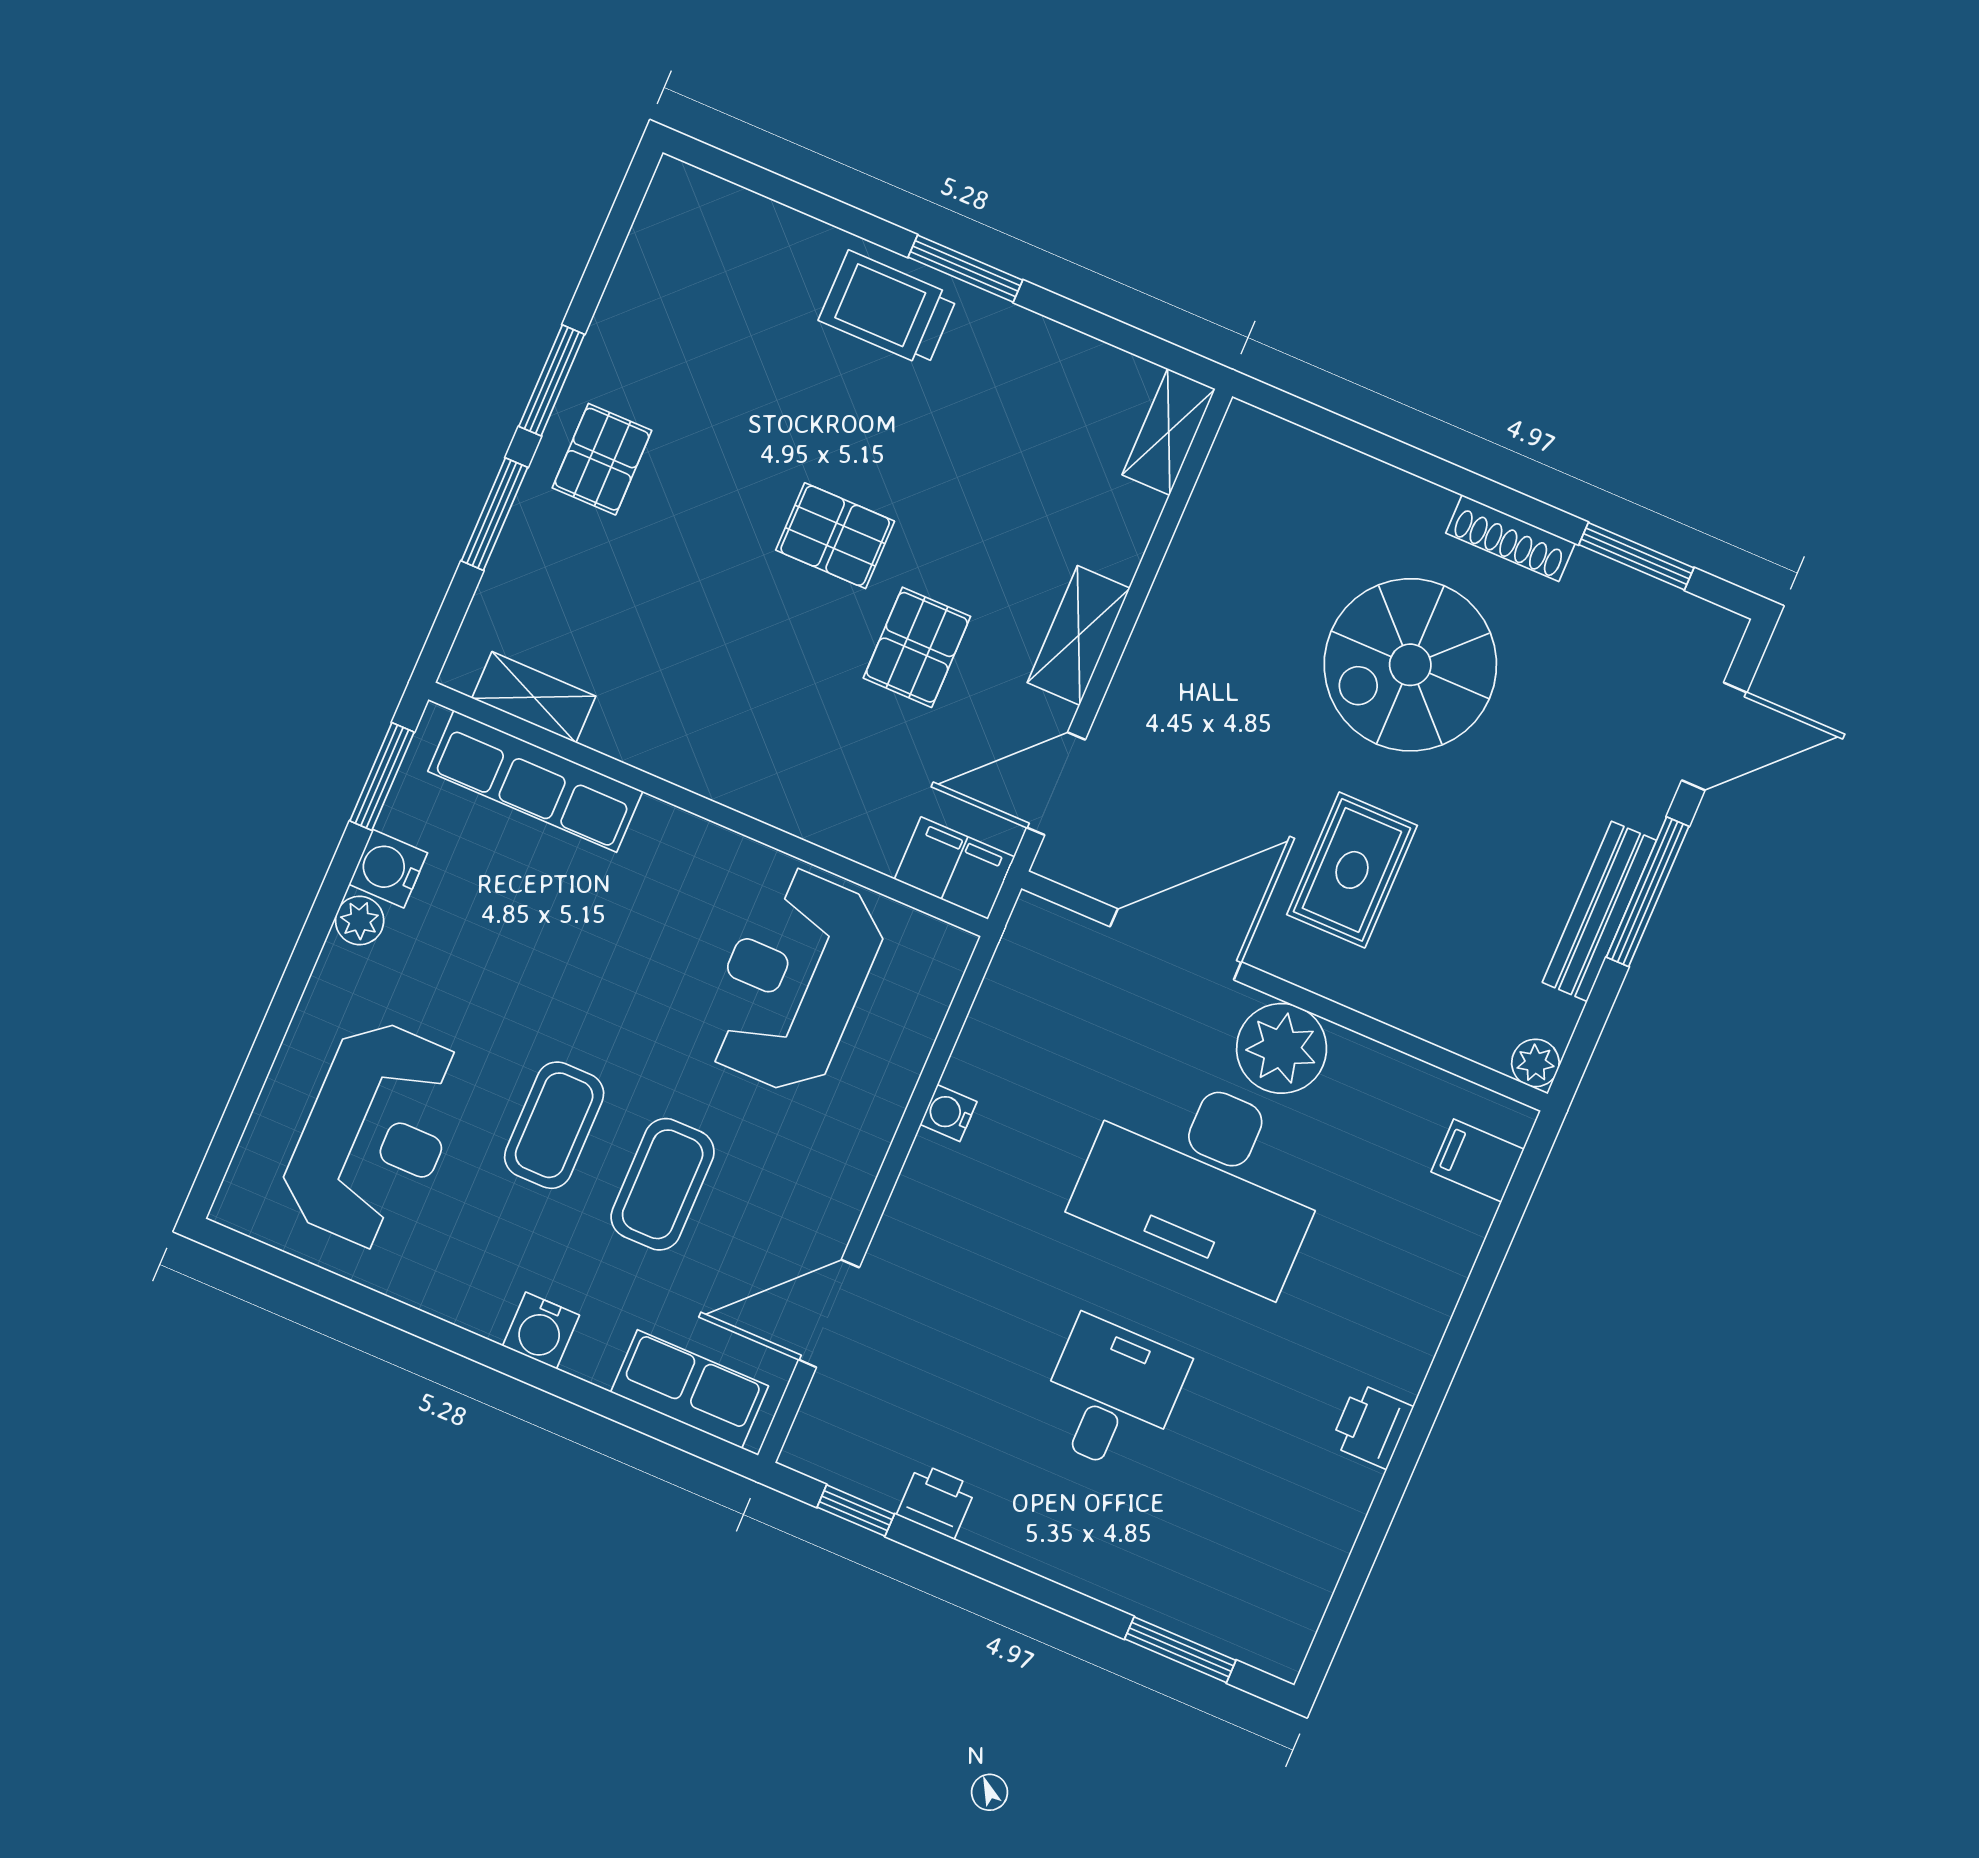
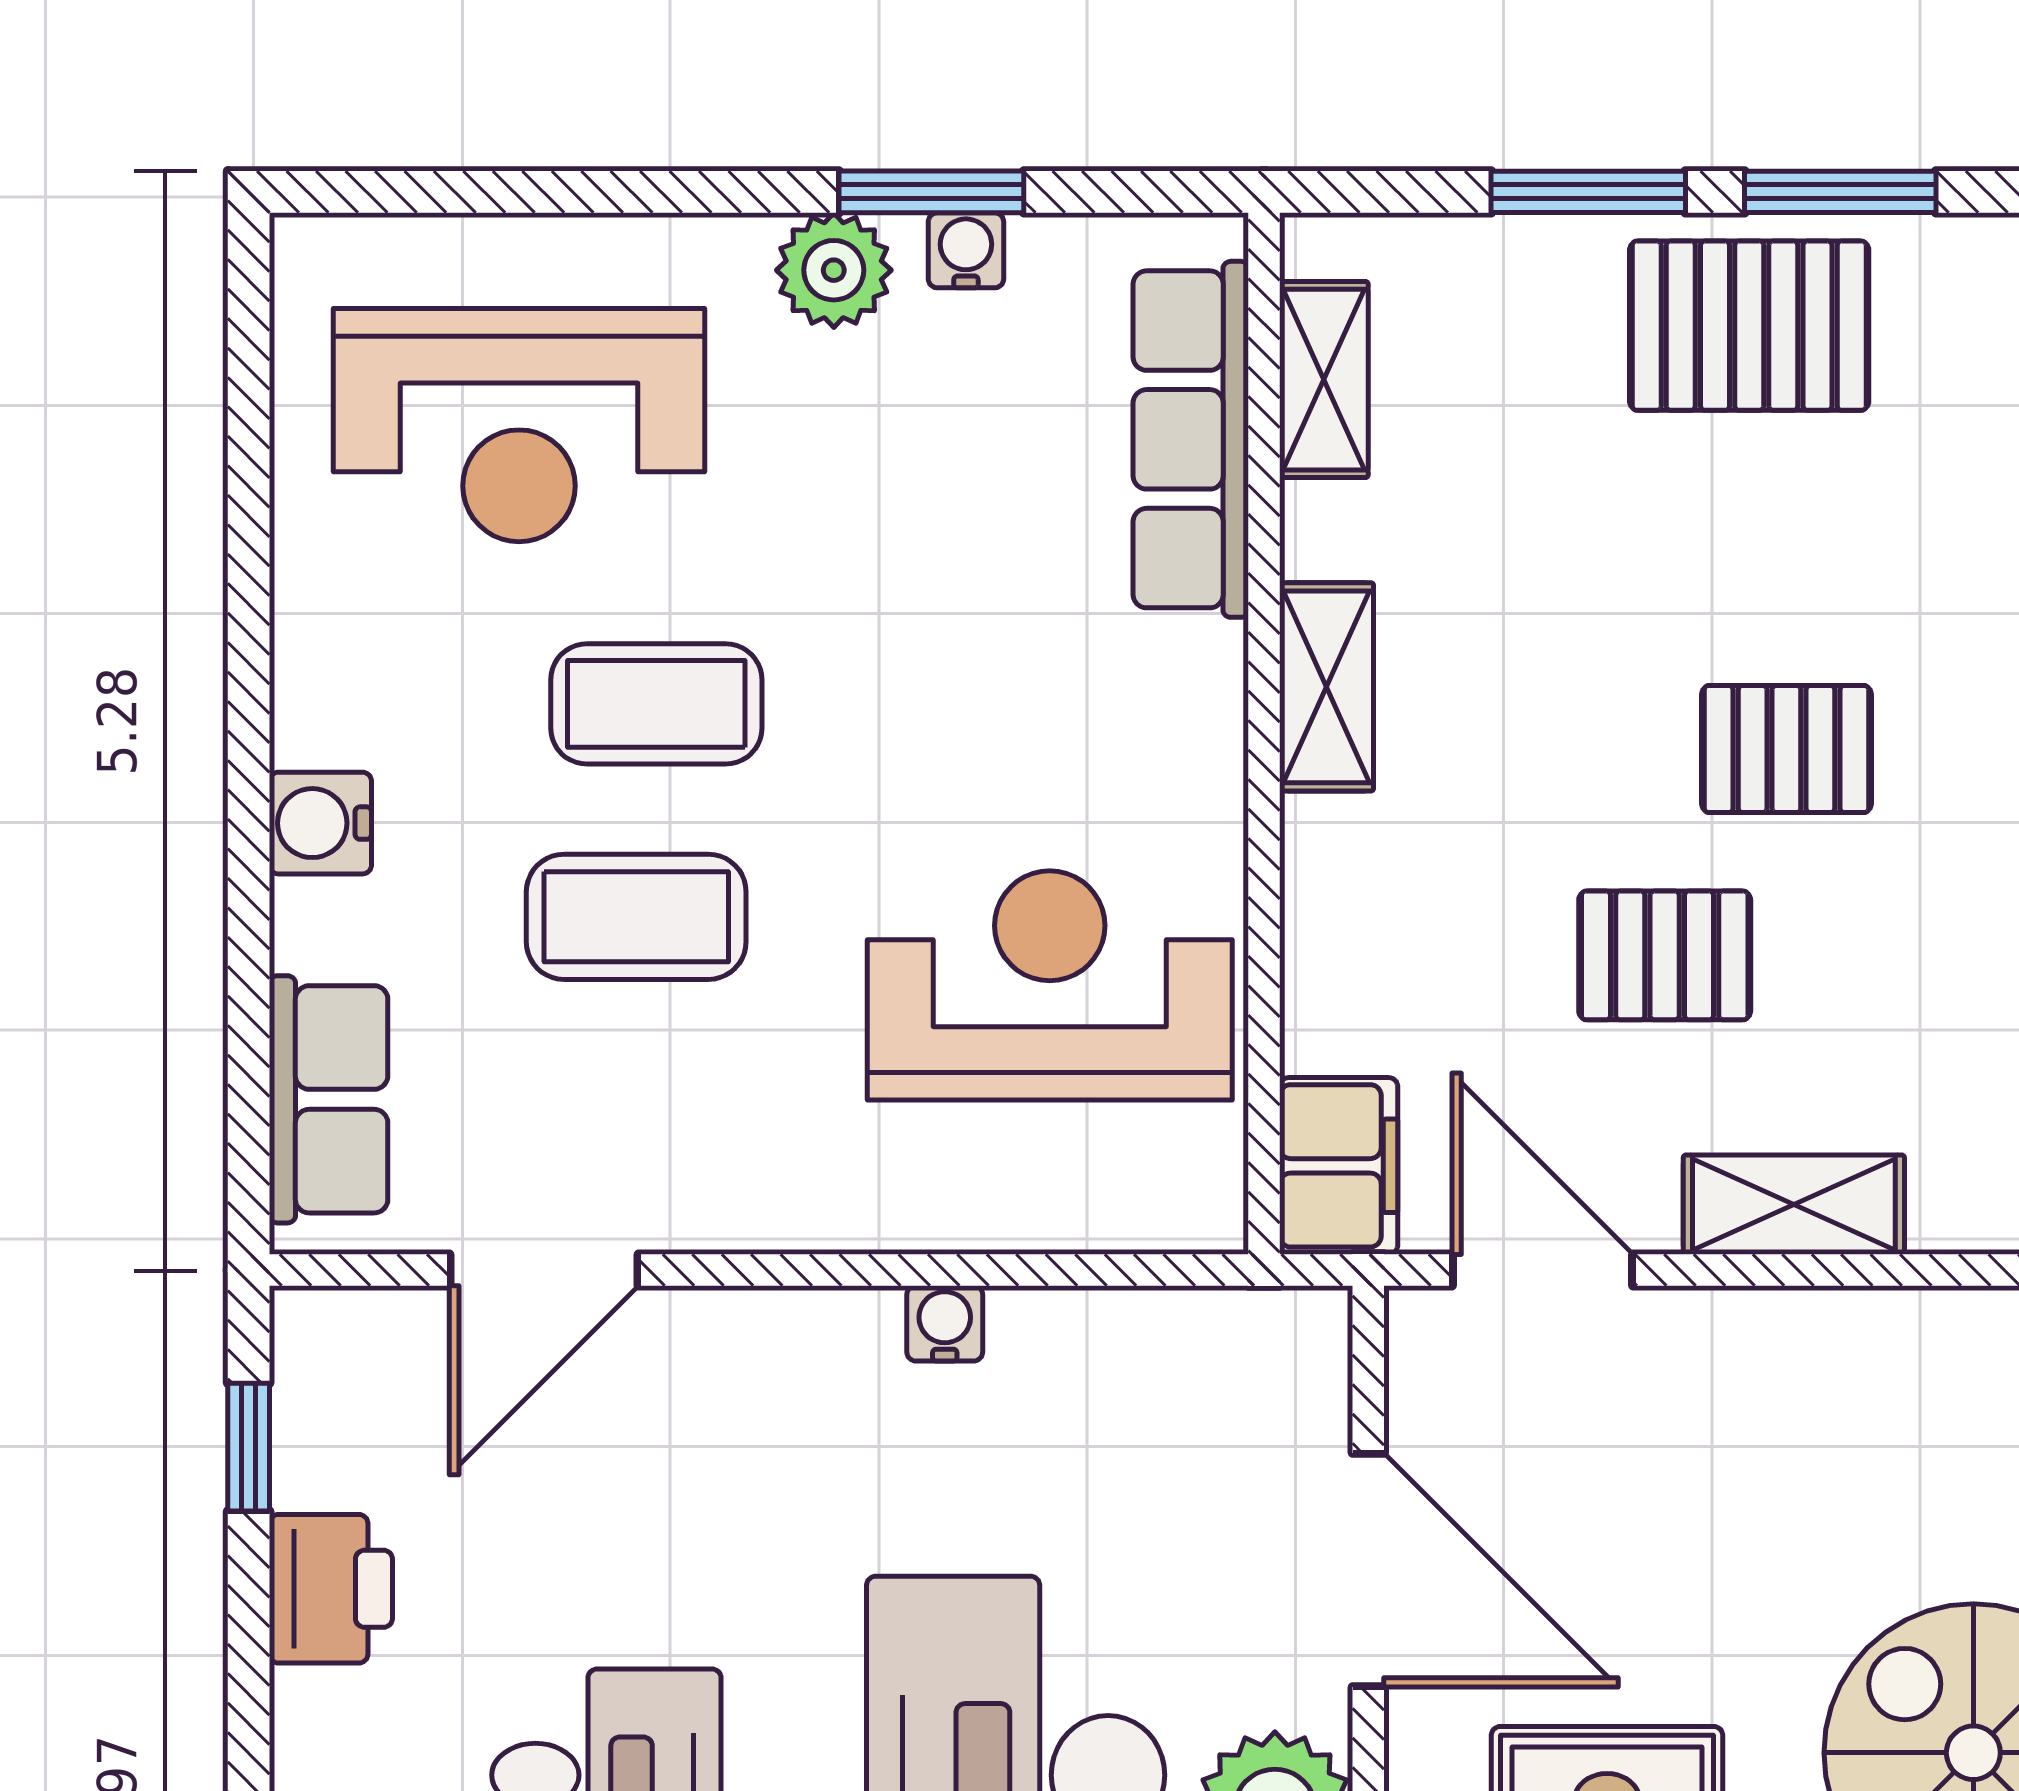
pallet: (602, 459) -> (1749, 326), width x1.50, depth x1.42
pallet: (835, 536) -> (1786, 749), turned 90
shelving: (698, 766) -> (1327, 687), added
window: (382, 777) -> (931, 192), moved
water cooler: (388, 869) -> (966, 250), width x0.72, depth x0.72
plant: (360, 920) -> (834, 270), width x1.38, depth x1.38
door: (829, 1313) -> (544, 1270), swing flipped
printer: (936, 1501) -> (331, 1589), width x1.36, depth x1.24

